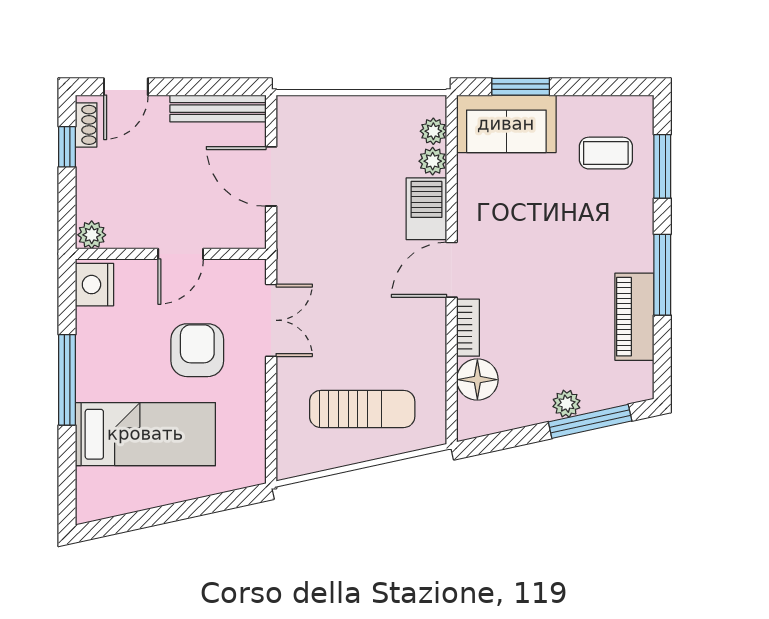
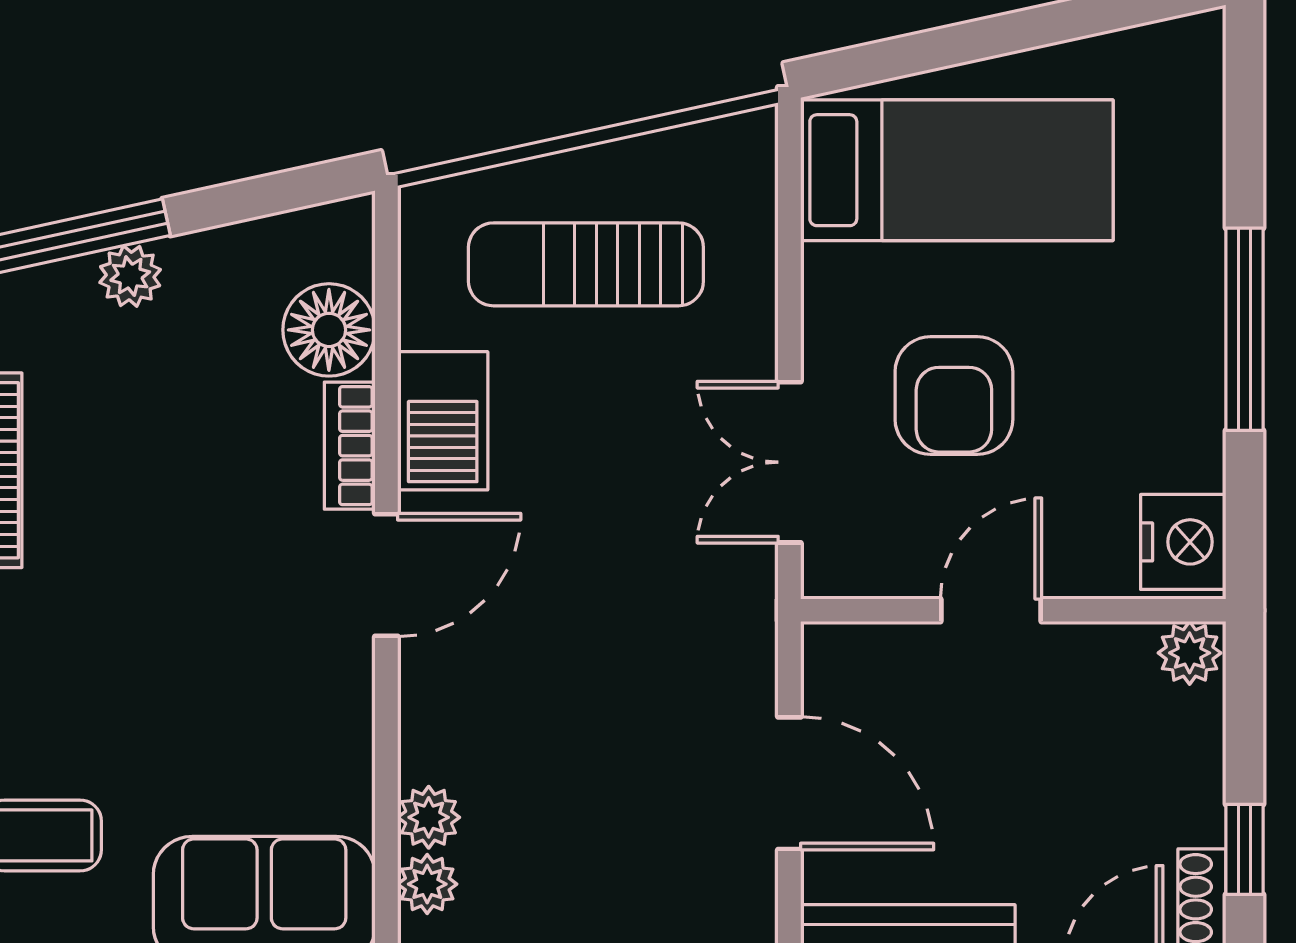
barbecue: (426, 209) -> (443, 421), moved
bed: (145, 434) -> (957, 170), moved, turned 180

